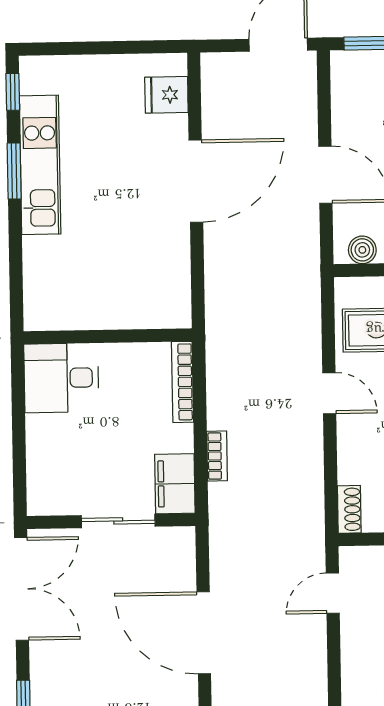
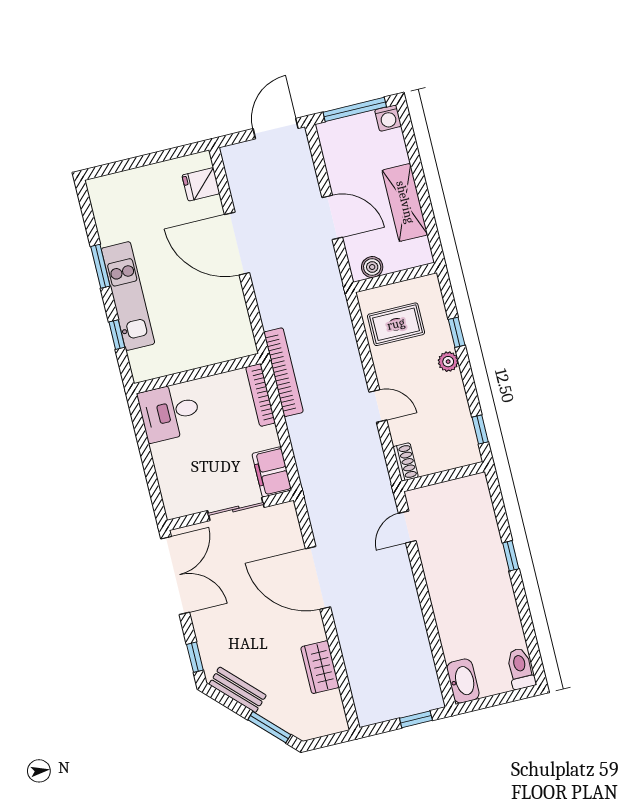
window: (13, 92) -> (117, 335), moved
kitchen unit: (40, 165) -> (128, 296), moved
door: (196, 181) -> (237, 244), swing flipped
door: (329, 393) -> (378, 406), moved
bookcase: (217, 456) -> (283, 372), moved, width x2.31, depth x1.31

